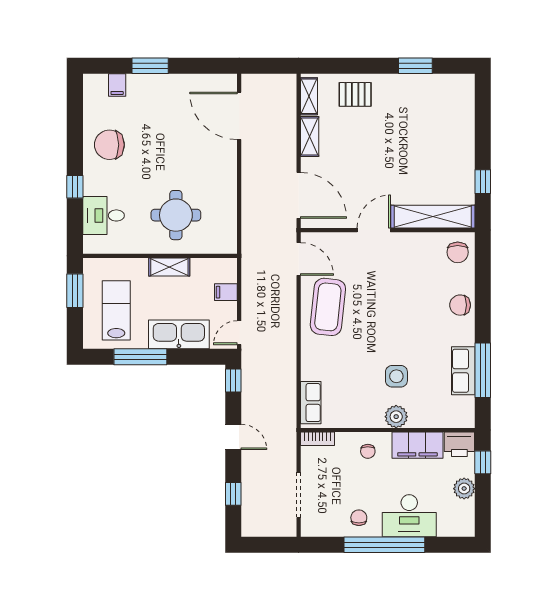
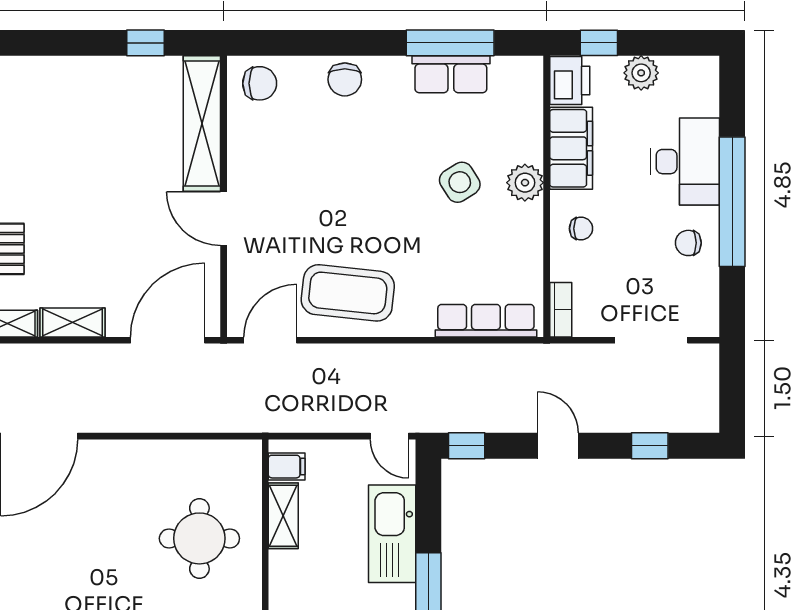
shelving: (169, 267) -> (283, 516), moved
filing cabinet: (226, 292) -> (287, 467), moved, turned -90
side table: (396, 376) -> (460, 182), turned -32
row of seats: (311, 403) -> (486, 321), width x1.48
door: (233, 437) -> (558, 446), hinge flipped

